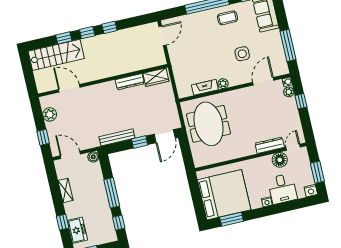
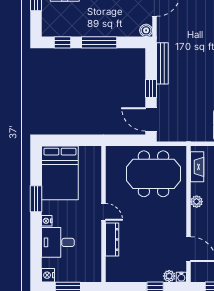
fireplace: (205, 87) -> (197, 167), moved
door: (293, 147) -> (103, 212), moved
floor lamp: (280, 160) -> (92, 247), removed
bed: (224, 195) -> (60, 173), width x0.73
window: (232, 219) -> (36, 199), moved

